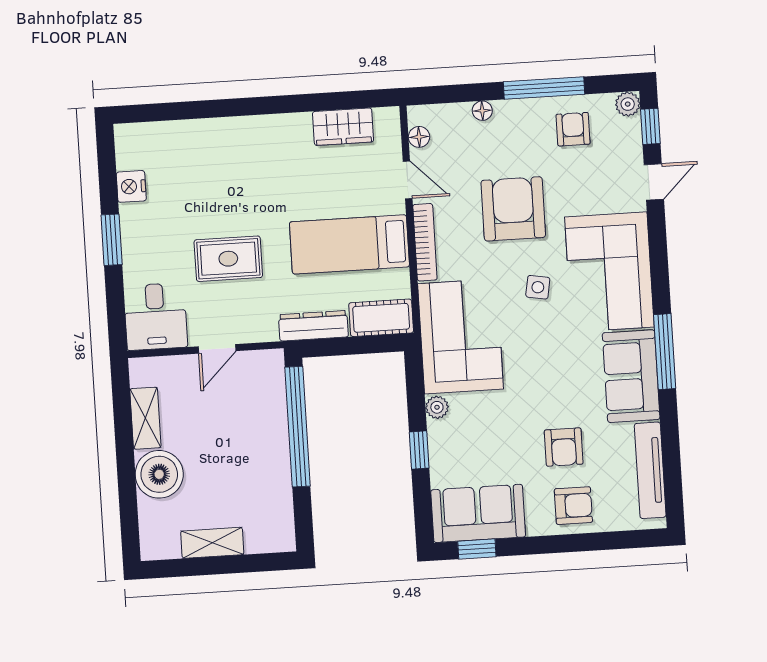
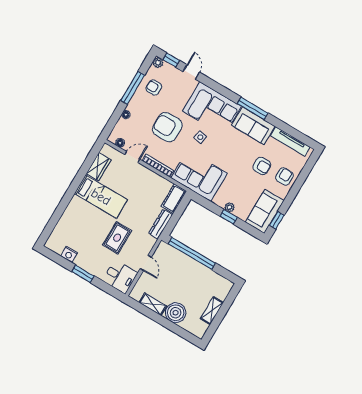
bed: (349, 244) -> (101, 197), moved, turned -90
plant: (437, 407) -> (230, 207), moved

